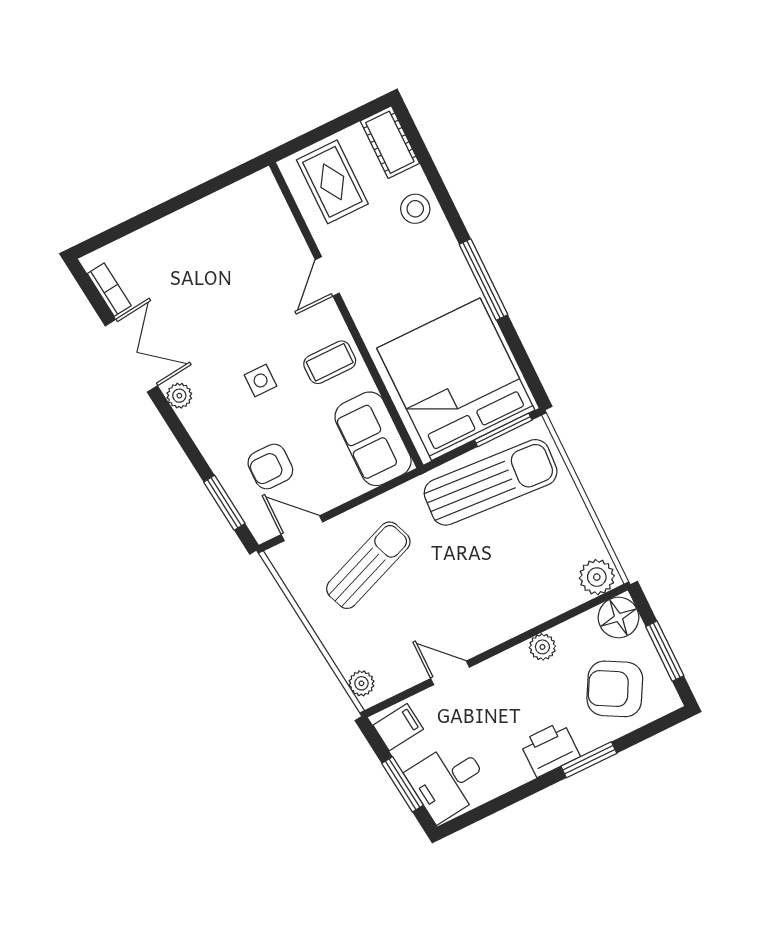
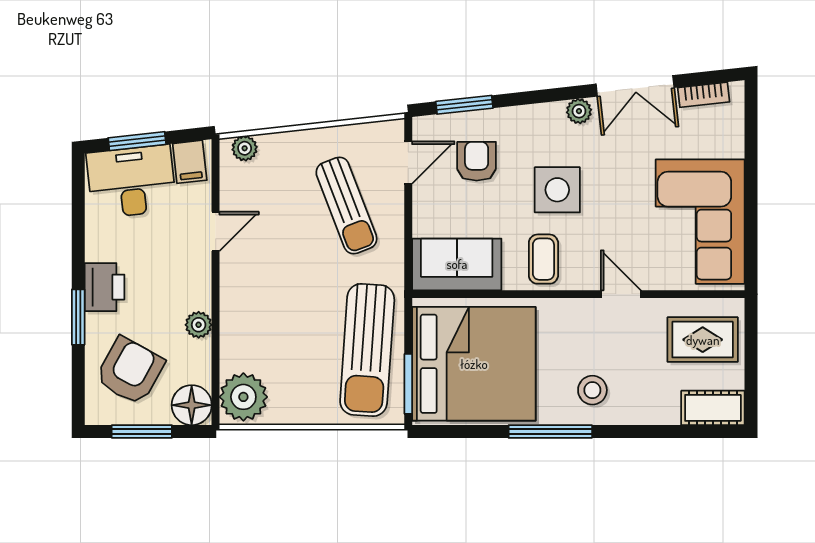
stool: (415, 209) -> (592, 390), moved
corner sofa: (226, 236) -> (700, 222), added
side table: (261, 380) -> (557, 190), width x1.87, depth x1.87
plant: (597, 577) -> (243, 397), width x1.36, depth x1.36
desk: (448, 781) -> (132, 182), width x1.37

